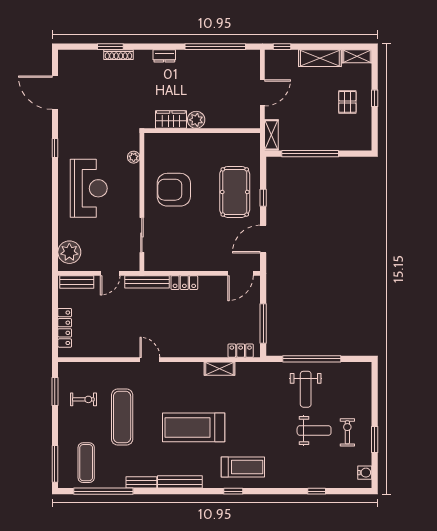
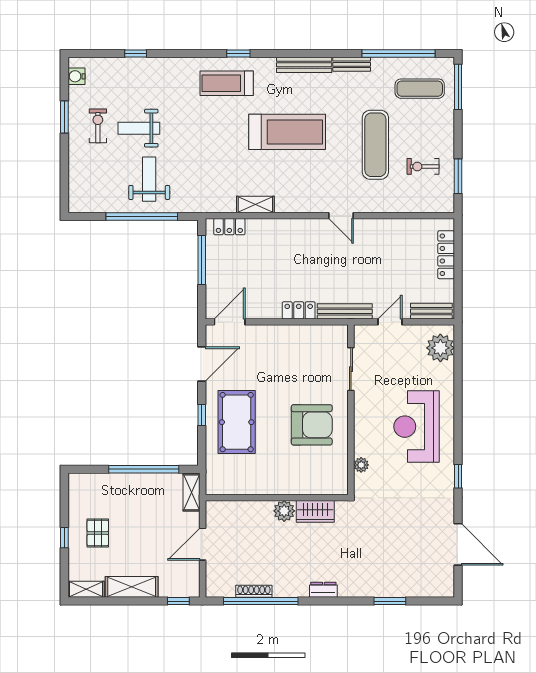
shoe rack: (118, 55) -> (254, 591), moved
exercise bike: (347, 432) -> (98, 126), turned 180
exercise mat: (86, 463) -> (420, 89), turned 90

